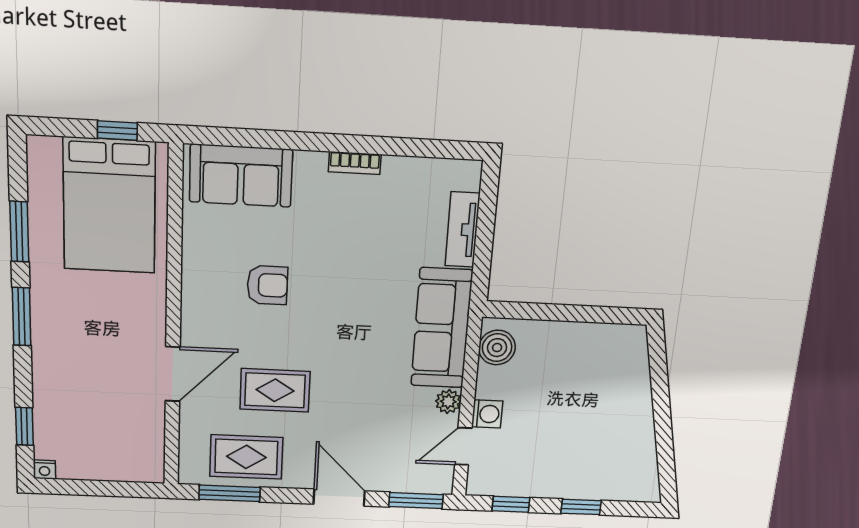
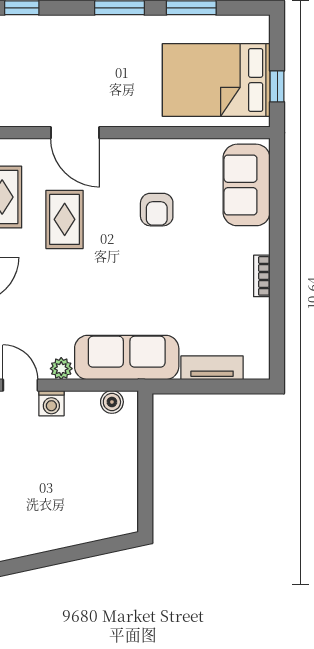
boiler: (497, 348) -> (112, 402), width x0.73, depth x0.73

